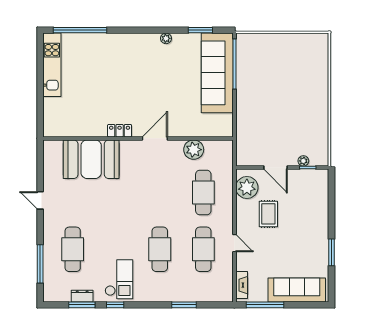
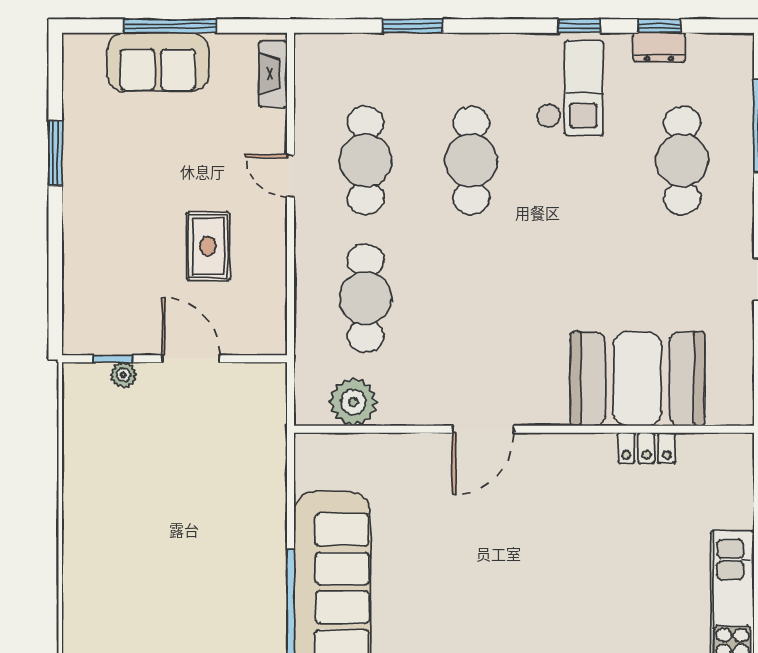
locker: (120, 131) -> (646, 448), moved
plant: (194, 150) -> (353, 402), moved
plant: (247, 187) -> (260, 310), removed
checkout: (119, 279) -> (570, 88), turned 180
sofa: (297, 290) -> (158, 62), width x0.73
window: (82, 305) -> (660, 26), width x0.67
window: (265, 305) -> (170, 26), moved

